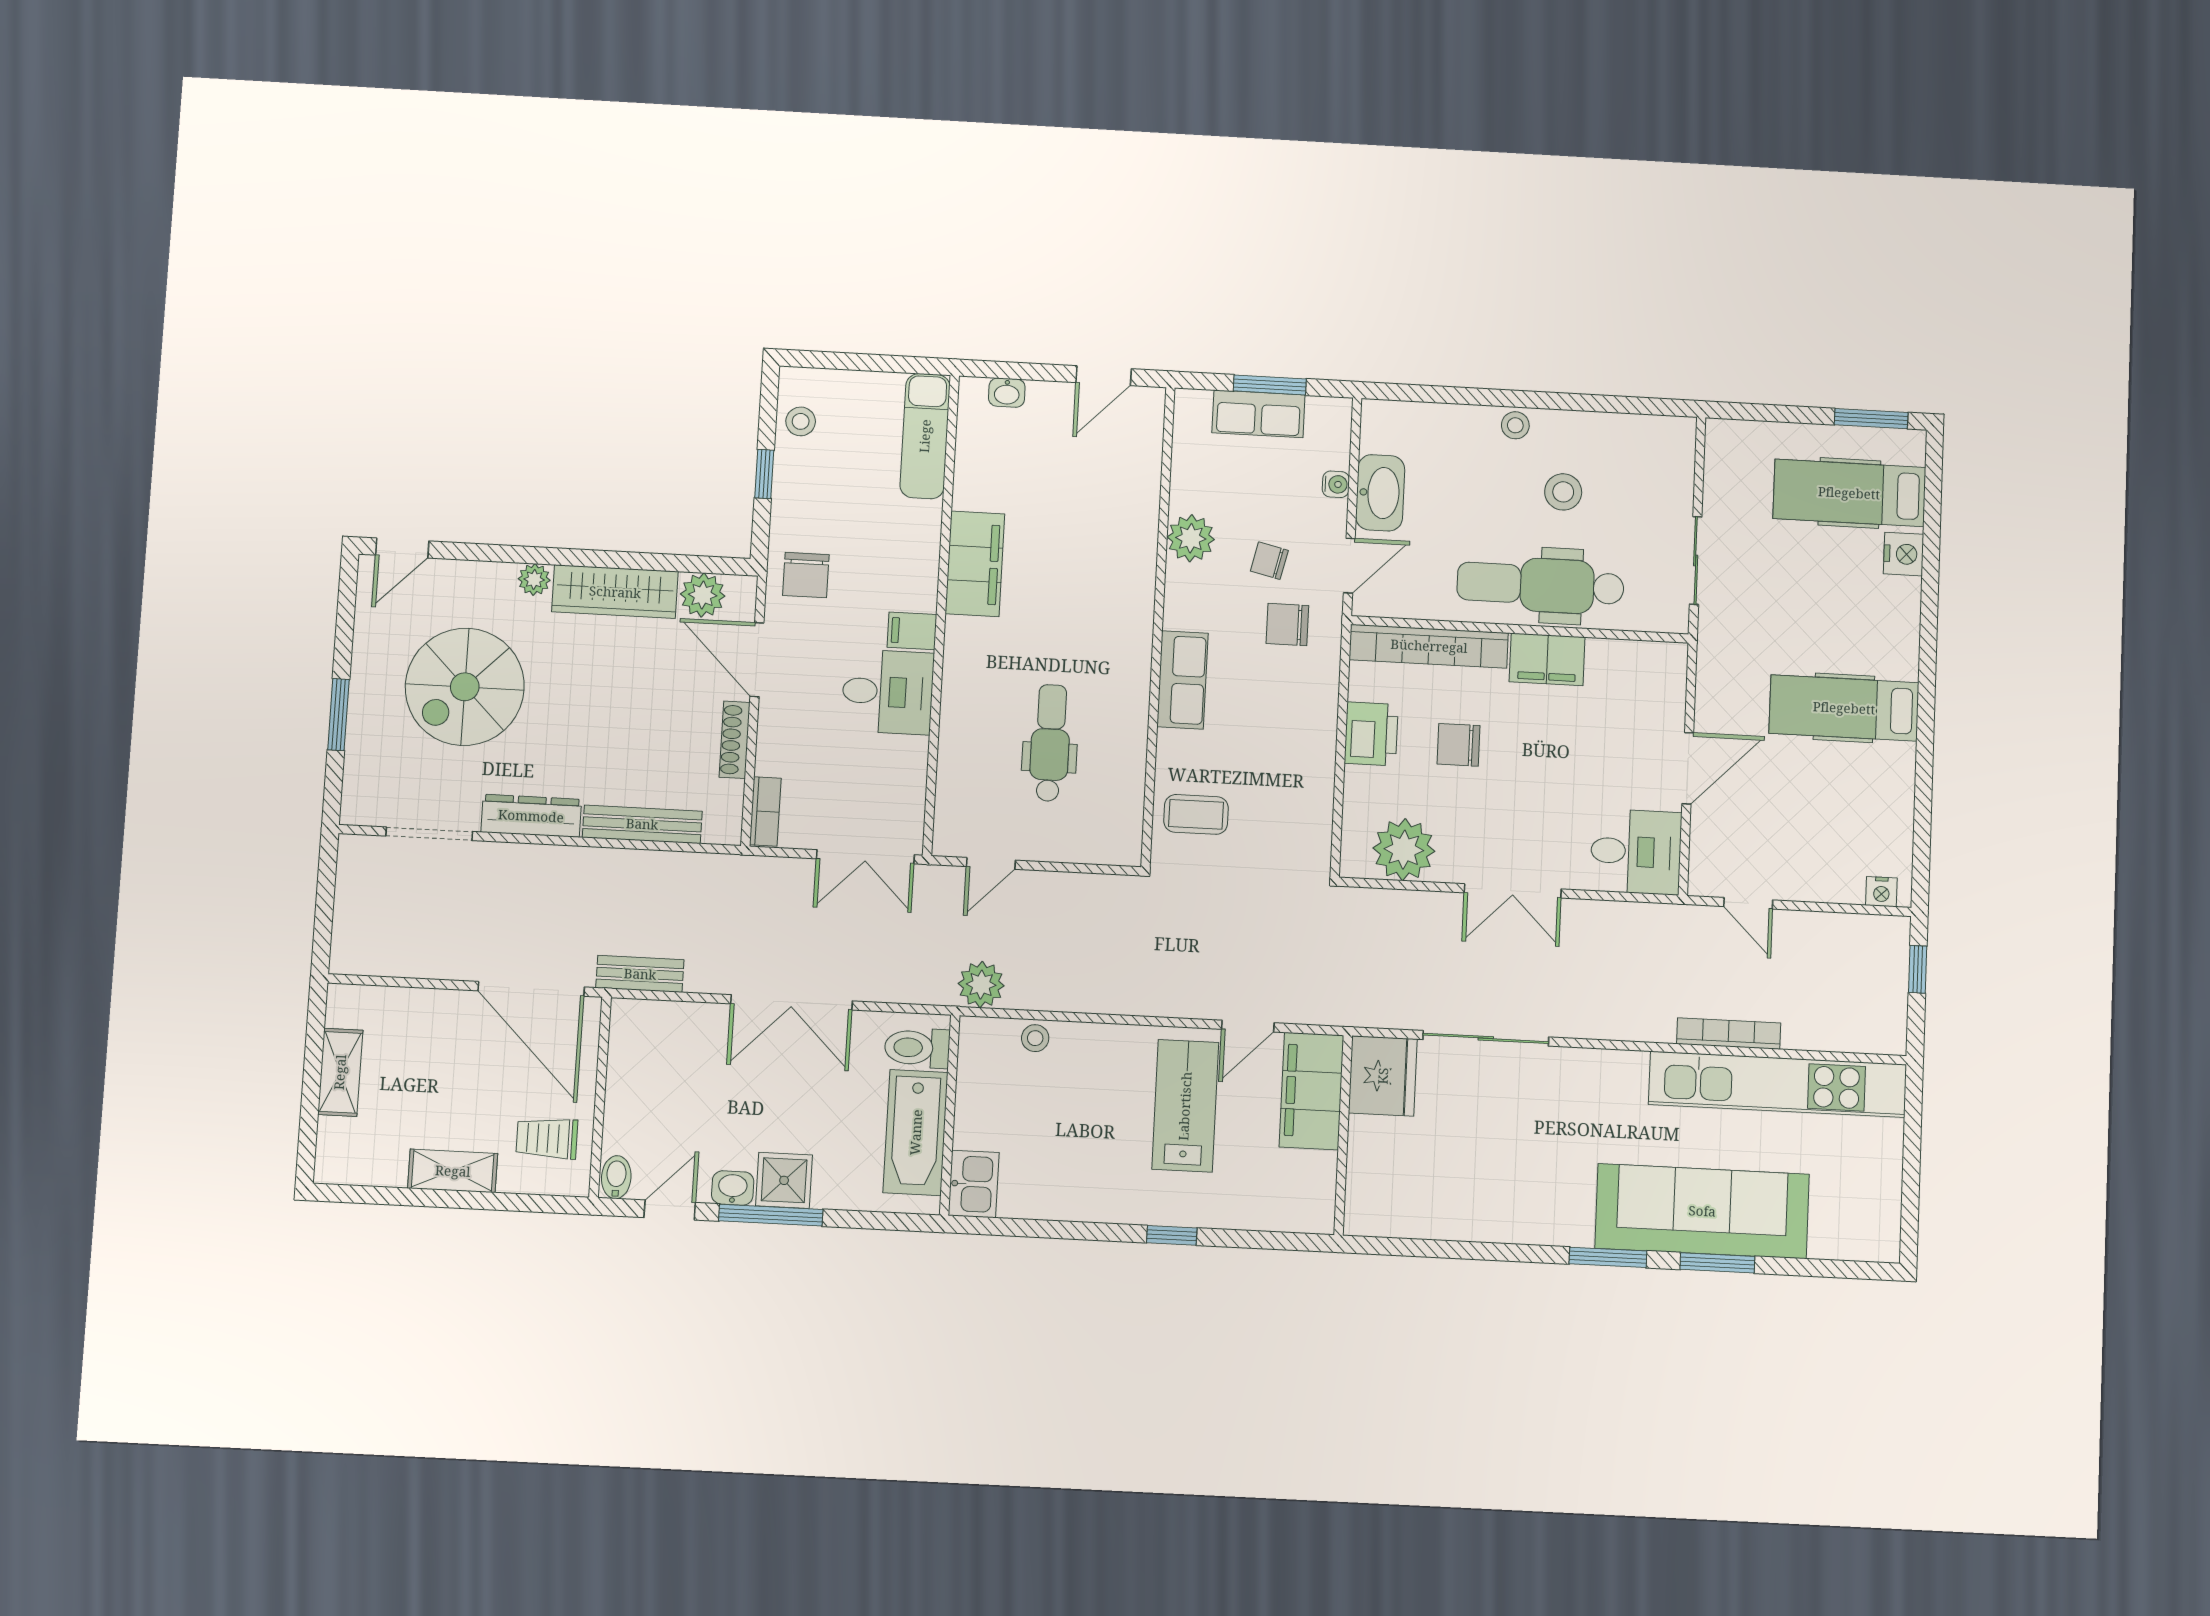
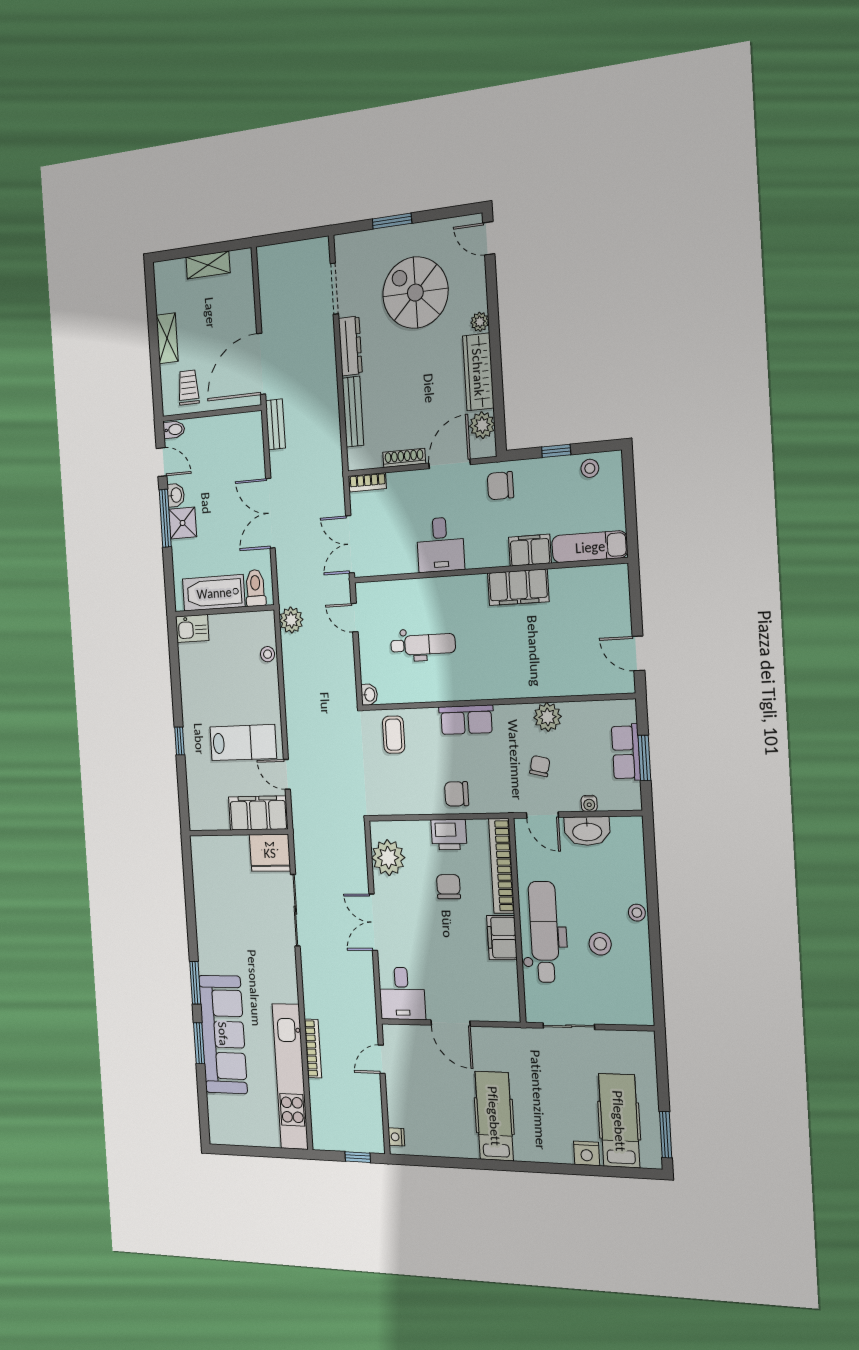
washbasin: (1007, 393) -> (369, 695), moved, turned 180
chair: (1287, 625) -> (457, 794), moved, turned -90
filing cabinet: (912, 631) -> (530, 550), moved, width x2.00

